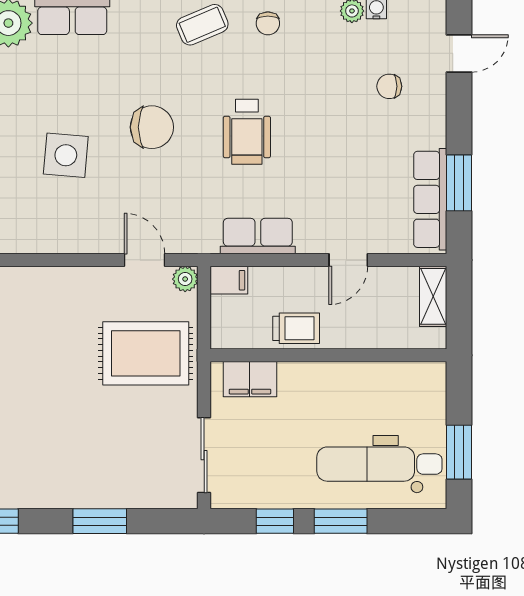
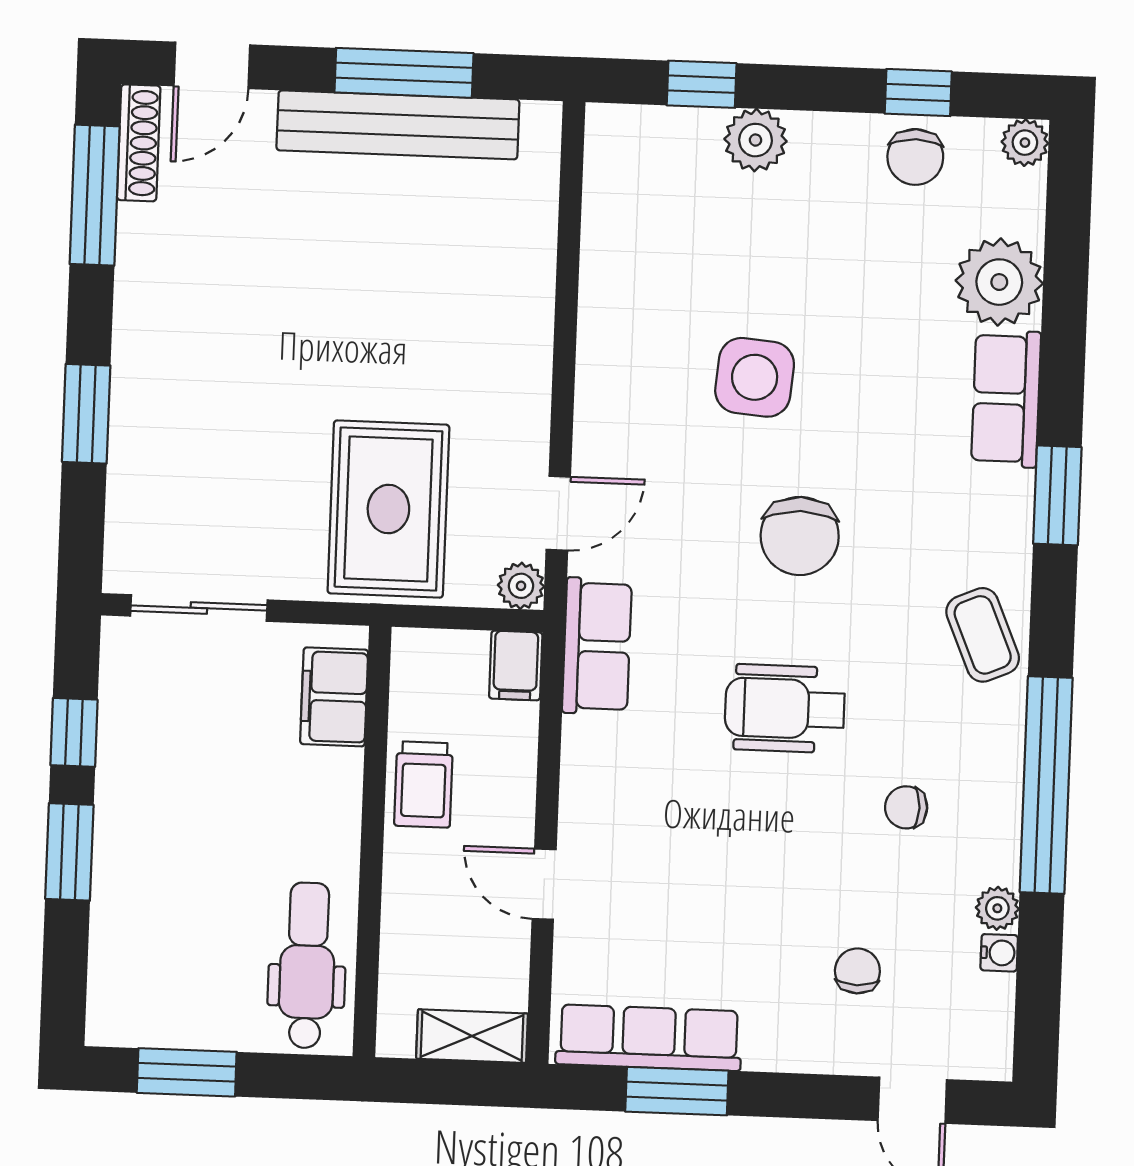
chair: (268, 23) -> (906, 807), moved
row of seats: (258, 236) -> (597, 646), moved
dental chair: (379, 464) -> (307, 965), moved, width x0.73, depth x0.72

